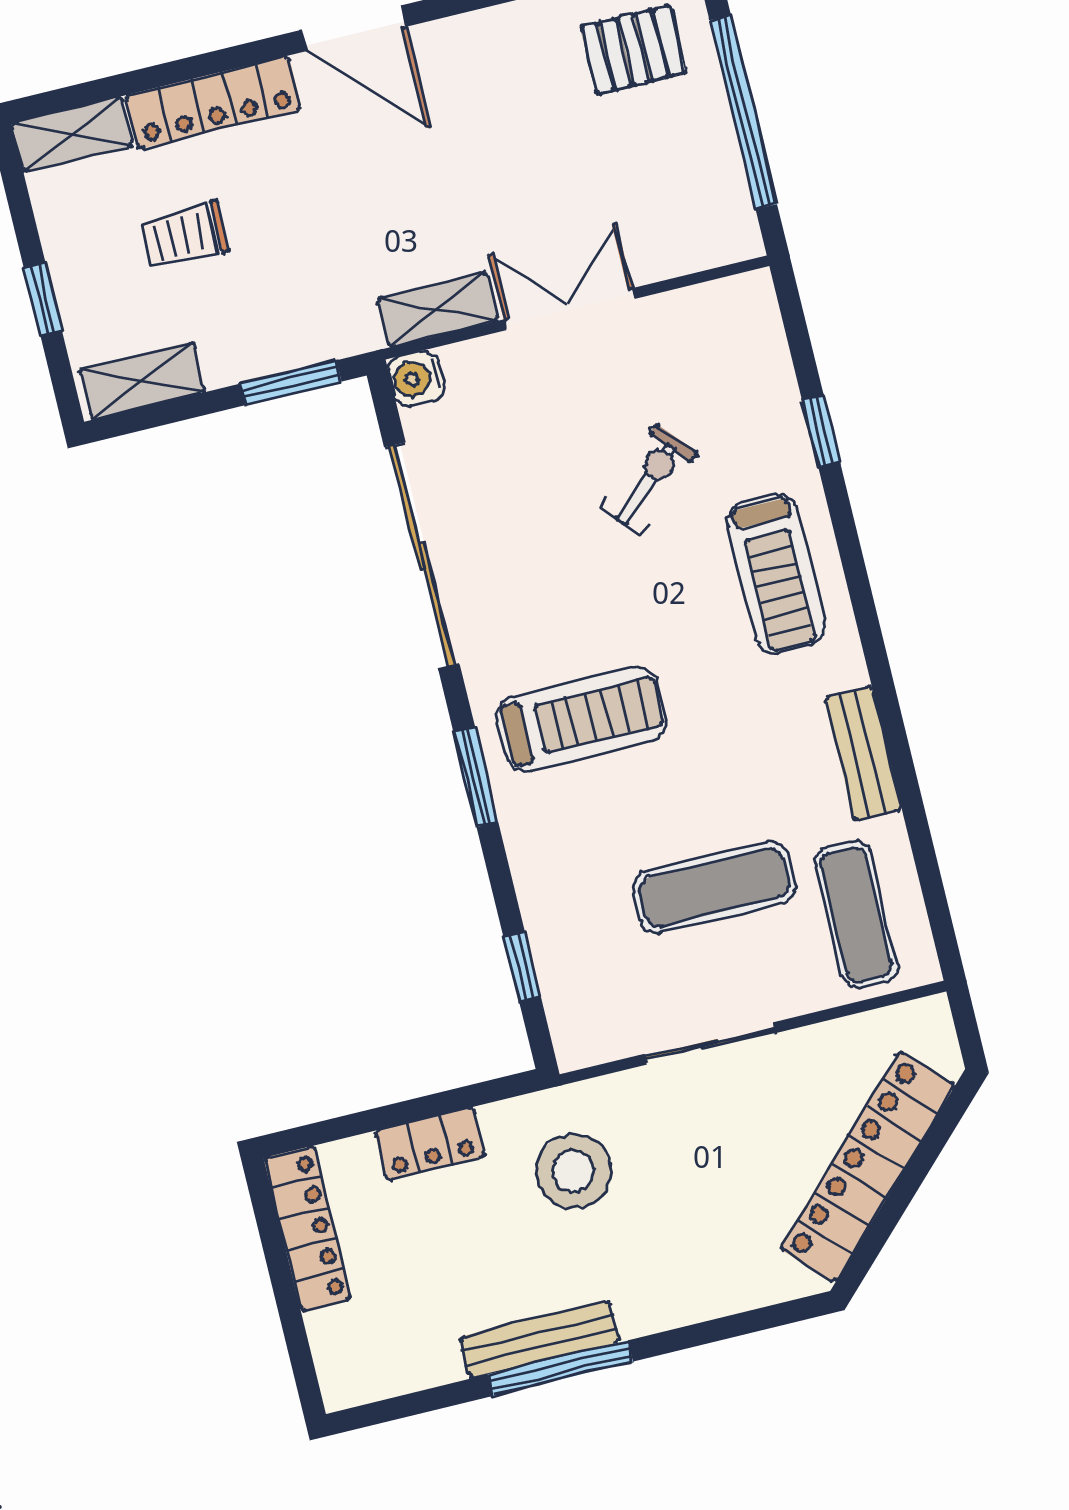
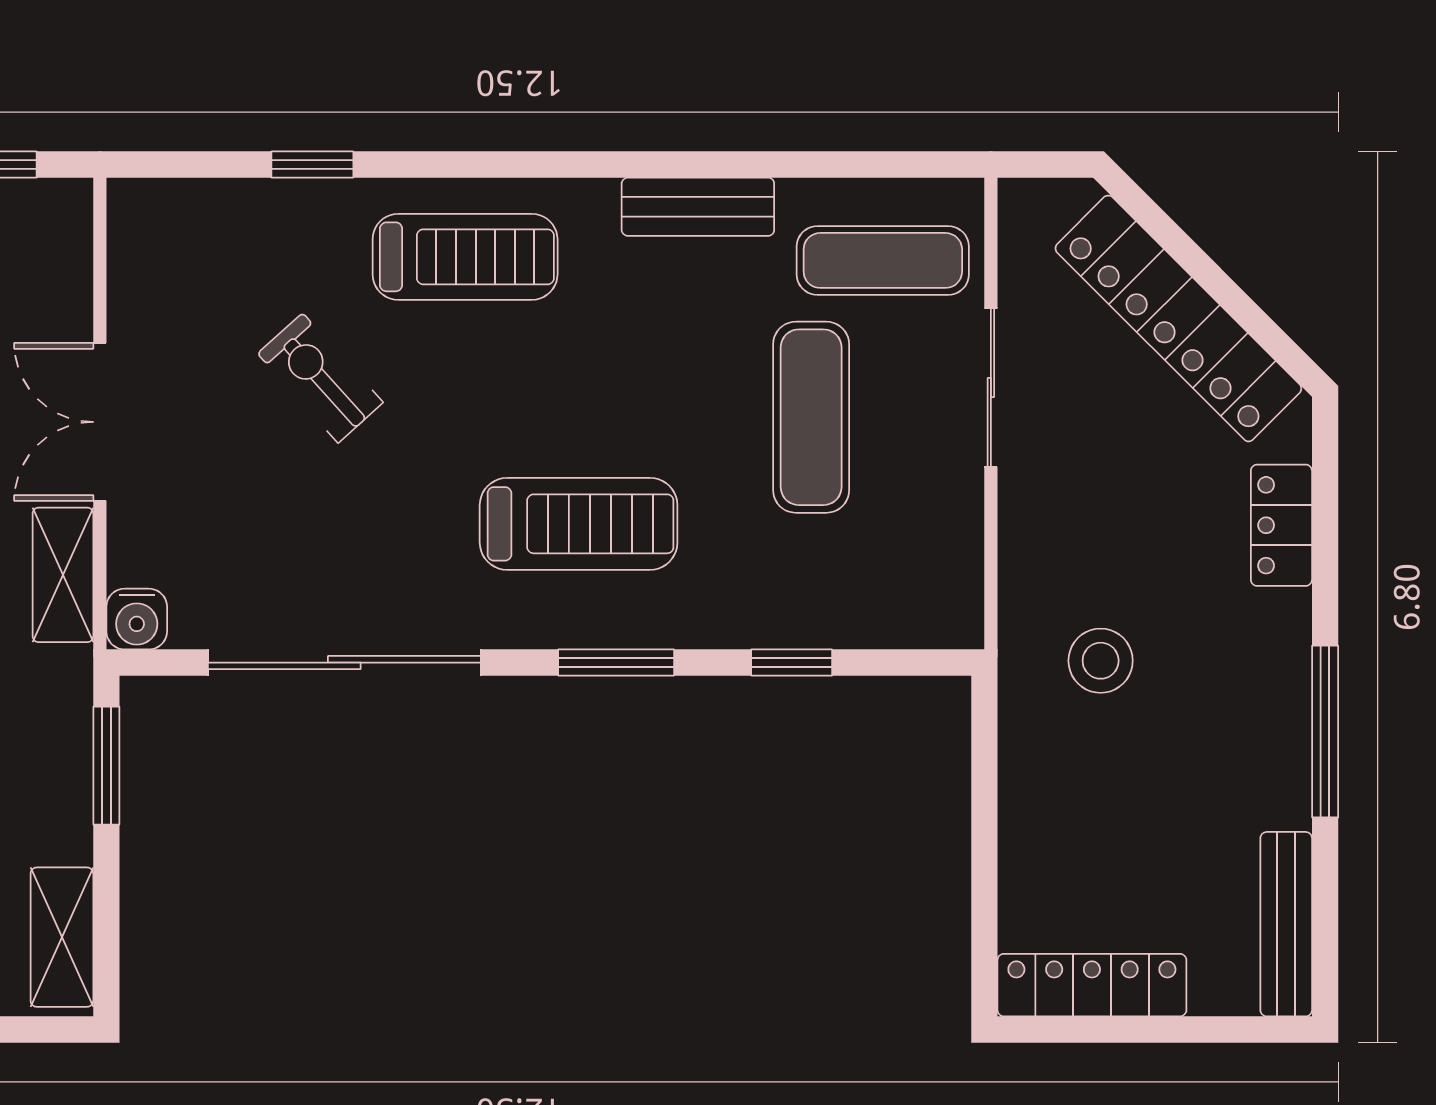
treadmill: (581, 719) -> (579, 524), turned 90
window: (522, 967) -> (792, 663), moved
sliding door: (710, 1043) -> (991, 387), moved
locker: (430, 1144) -> (1281, 525), moved, turned 180
stool: (573, 1171) -> (1101, 661), width x0.73, depth x0.73
bench: (540, 1340) -> (1286, 924), moved

